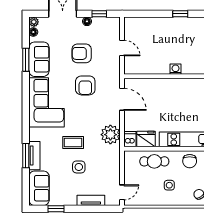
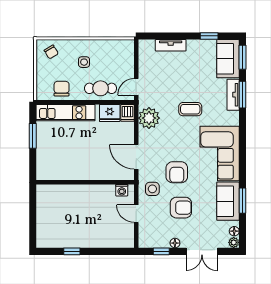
washing machine: (176, 69) -> (122, 190), moved
armchair: (85, 85) -> (177, 172), turned 180
side table: (79, 167) -> (152, 189), moved
window: (26, 189) -> (243, 57), added
door: (122, 192) -> (136, 87), moved

